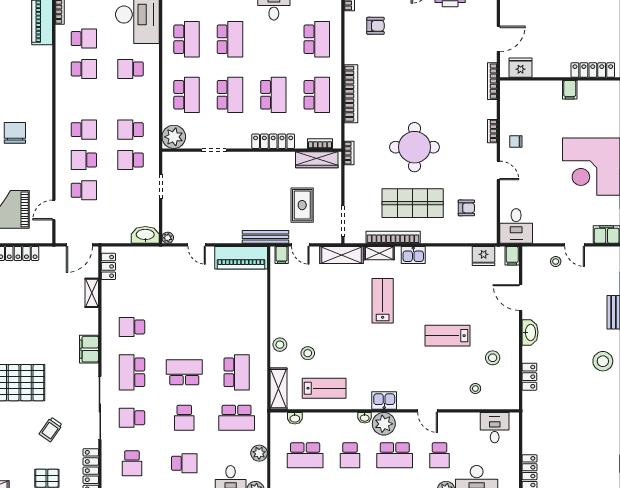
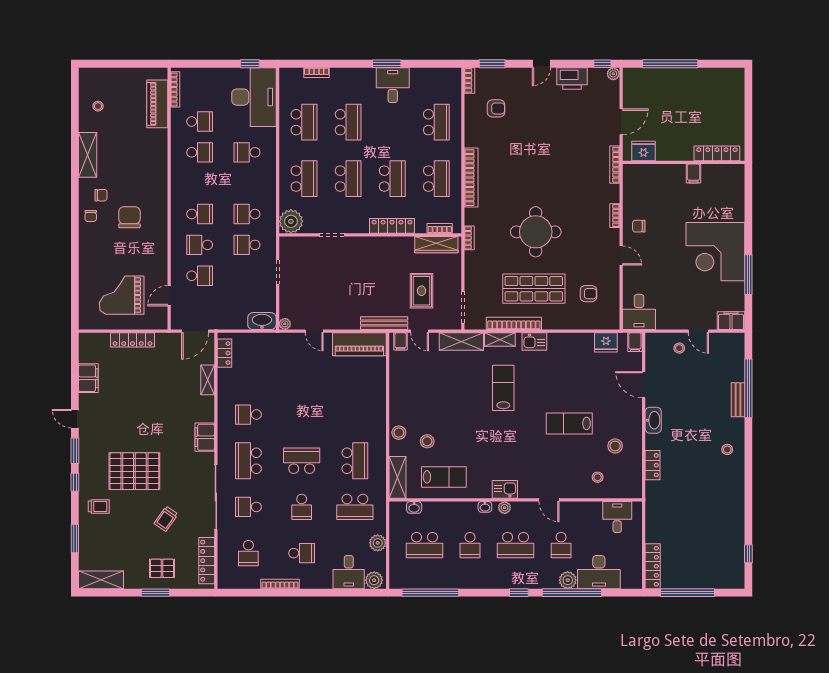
stool: (603, 361) -> (727, 449), width x0.53, depth x0.53
plant: (384, 424) -> (505, 508), width x0.53, depth x0.53

